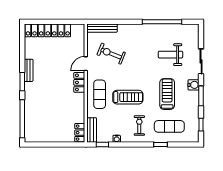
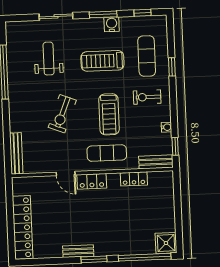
exercise bike: (111, 54) -> (62, 114), moved
weight bench: (170, 55) -> (49, 59), turned 180
water cooler: (194, 85) -> (112, 24), moved
treadmill: (128, 97) -> (109, 114), turned 180
locker: (80, 133) -> (134, 179), moved
shower: (32, 135) -> (166, 243), added

